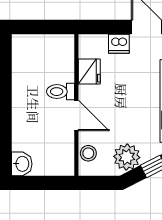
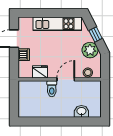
washbasin: (22, 164) -> (81, 111), moved

